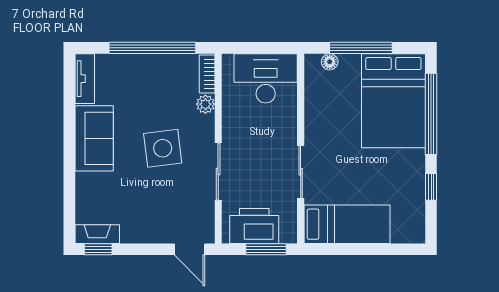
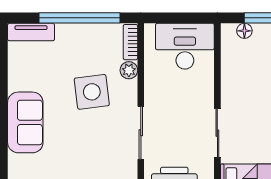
tv unit: (85, 79) -> (31, 32), moved, turned 90
sofa: (94, 138) -> (25, 122), moved
side table: (163, 148) -> (92, 92), moved

